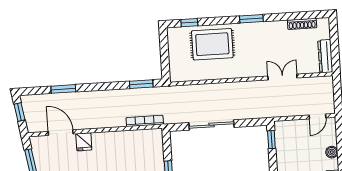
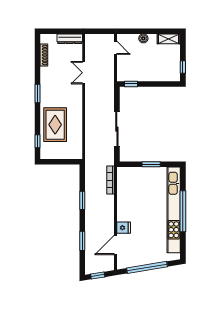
window: (141, 84) -> (82, 200), moved

